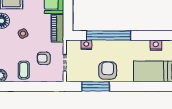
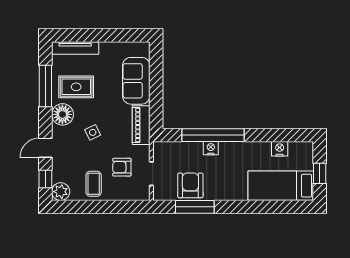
nightstand: (86, 45) -> (211, 148), moved
armchair: (108, 71) -> (190, 185), moved

